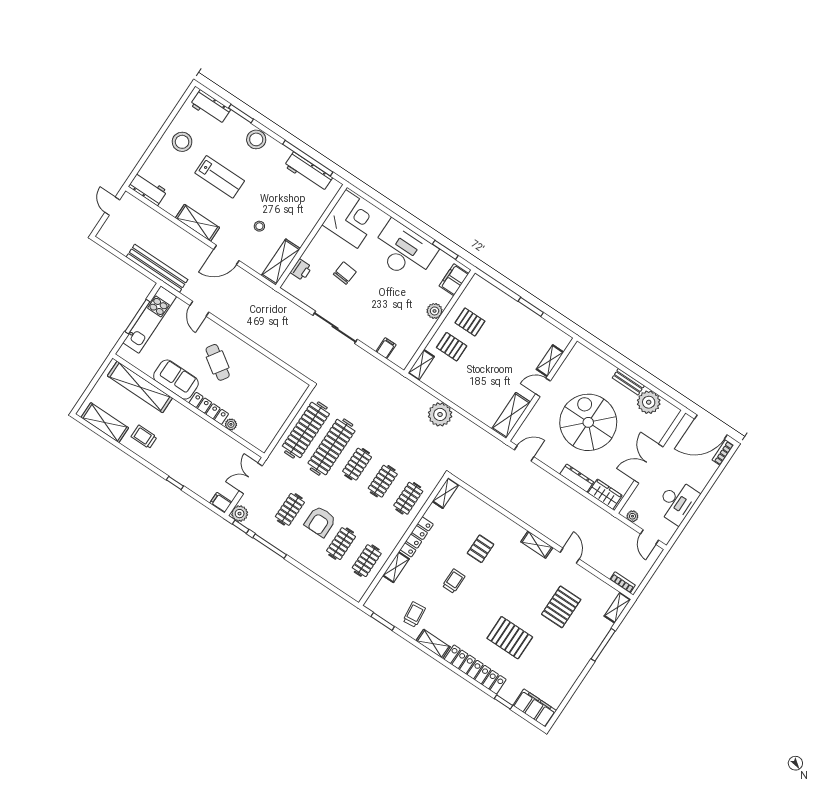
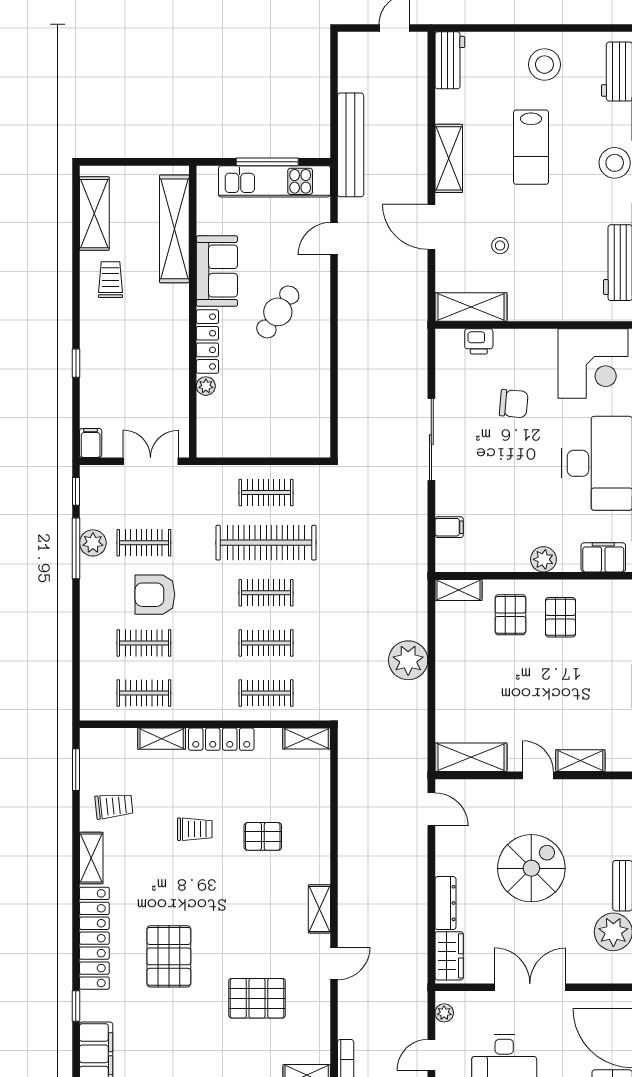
spiral stairs: (588, 422) -> (531, 868), width x0.73, depth x0.73
clothes rail: (306, 430) -> (266, 493), width x0.54, depth x0.76
plant: (240, 514) -> (93, 543), moved

